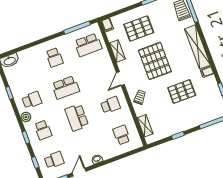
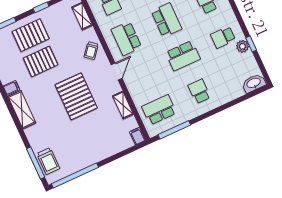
pallet: (139, 28) -> (31, 35), moved
shelving: (197, 47) -> (22, 110), width x0.68
school desk: (66, 87) -> (183, 56), turned 180
school desk: (110, 105) -> (126, 38), width x1.85
plant: (26, 117) -> (243, 46), moved

